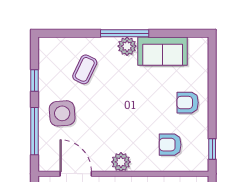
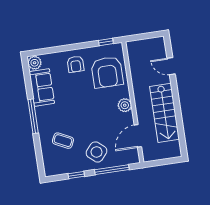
plant: (127, 46) -> (35, 63), moved
side table: (62, 113) -> (97, 152), turned 45
armchair: (170, 145) -> (107, 72), width x1.88, depth x1.88

